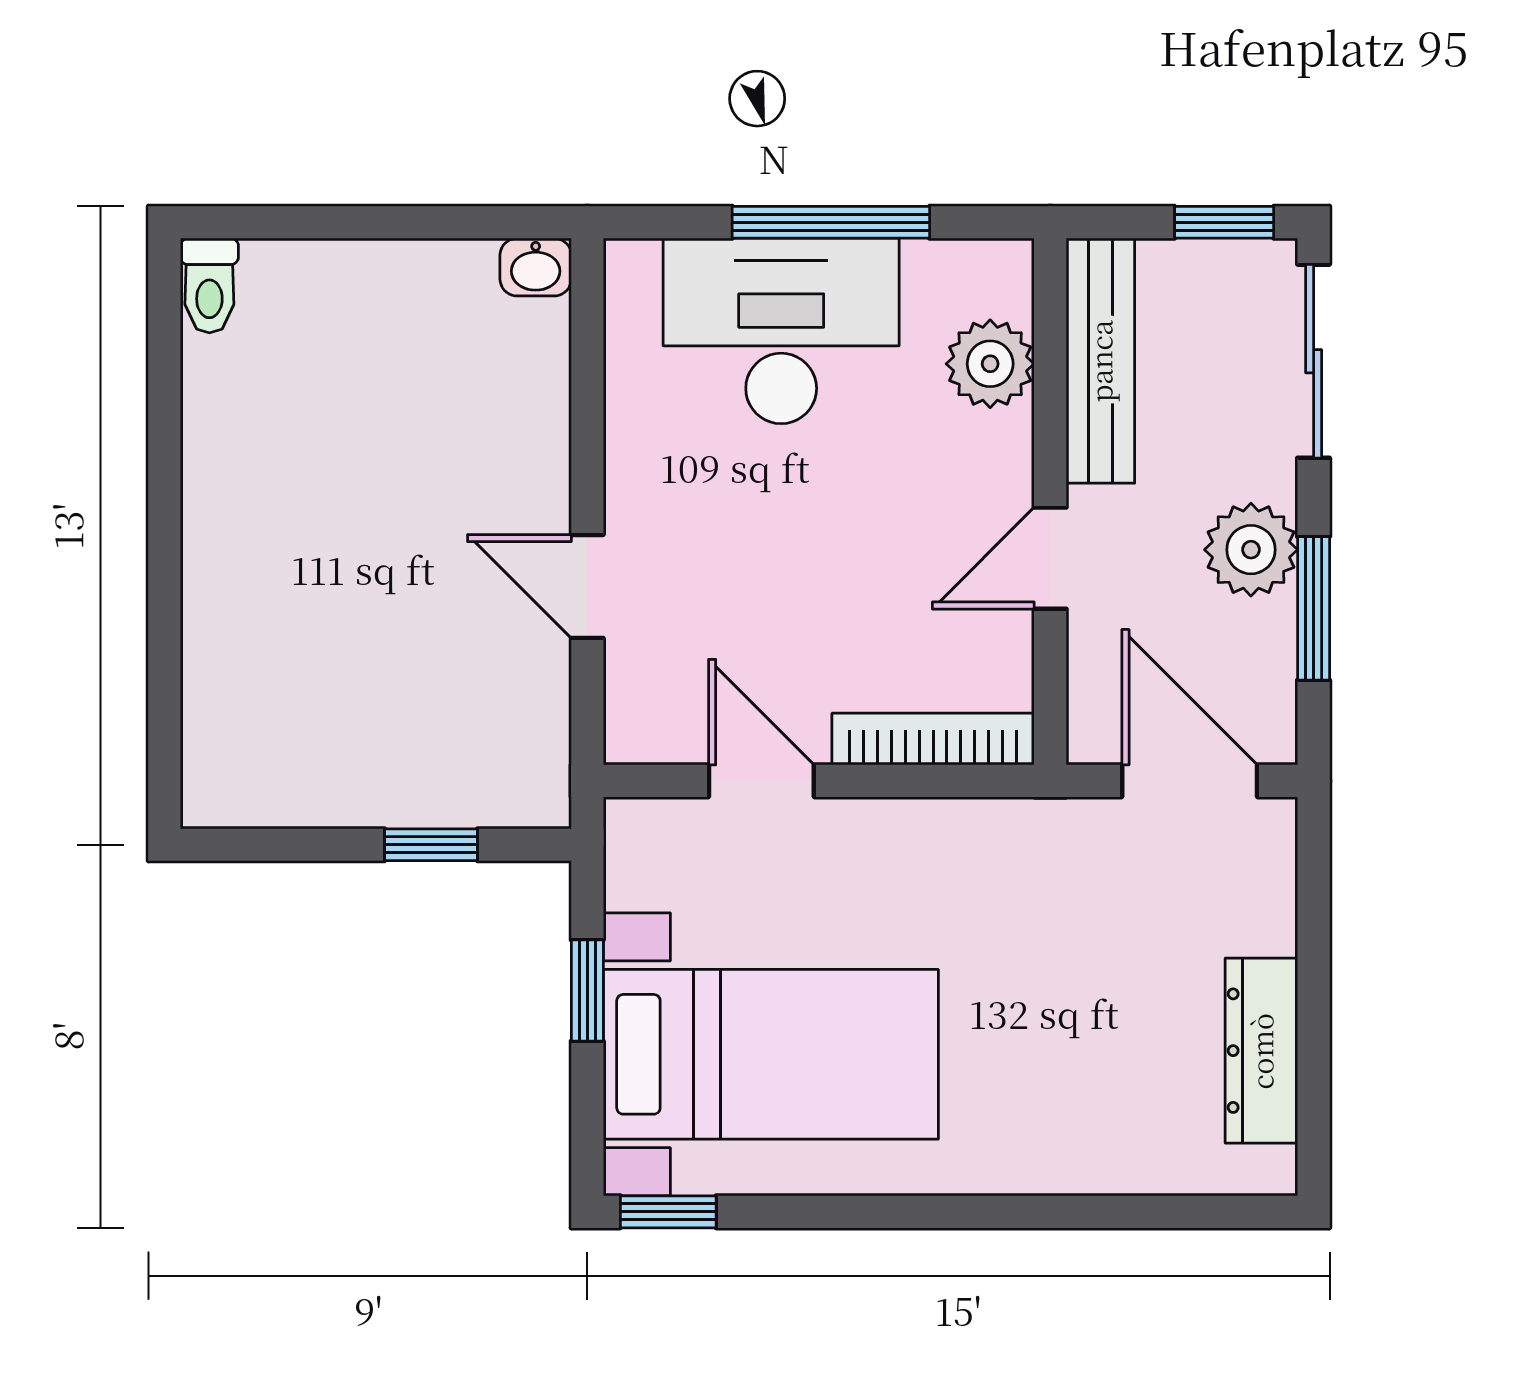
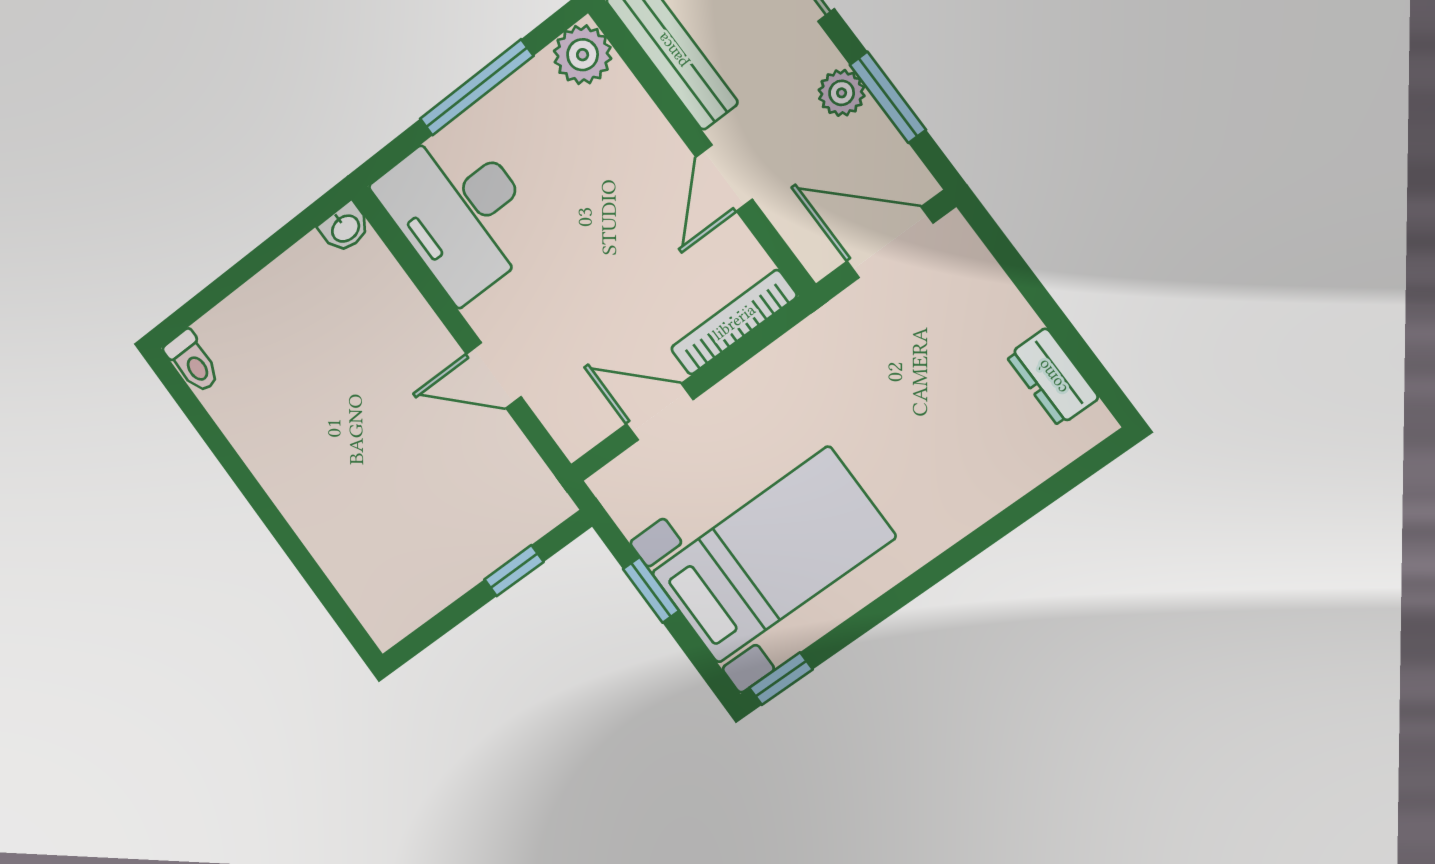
desk: (781, 331) -> (460, 212), moved, turned -90
plant: (990, 364) -> (583, 55), moved
plant: (1251, 550) -> (842, 93), width x0.73, depth x0.73
dresser: (1261, 1051) -> (1052, 377), width x0.70

